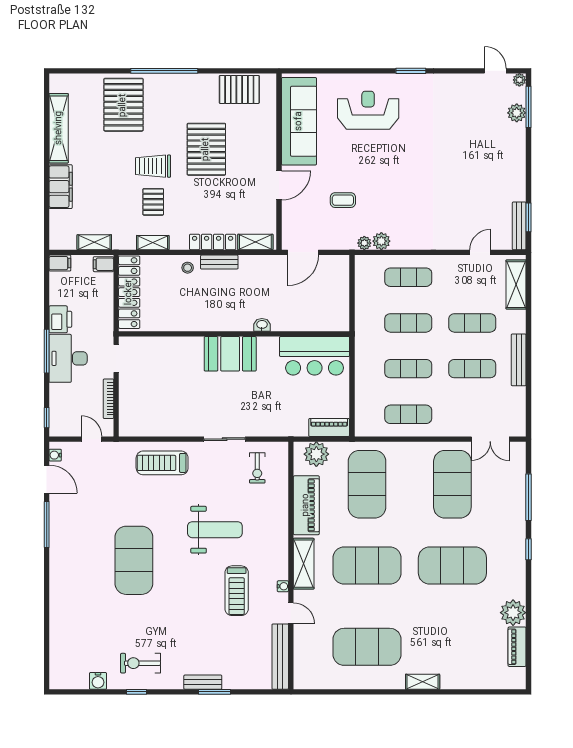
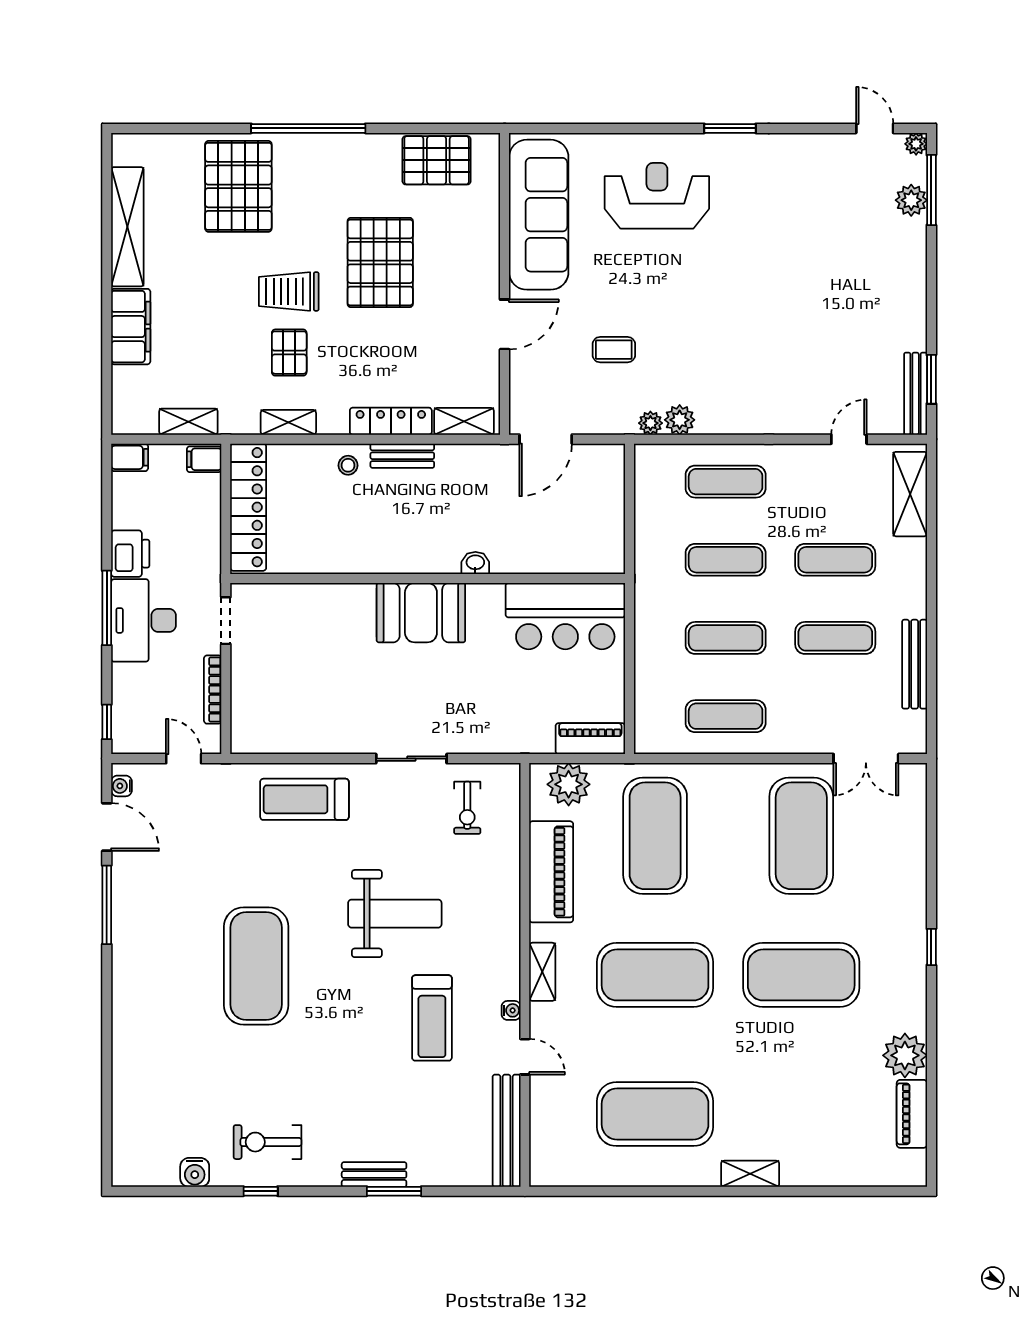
bench: (519, 360) -> (915, 664), moved
window: (528, 497) -> (931, 858), removed
shelving: (304, 564) -> (542, 972), width x0.67, depth x0.75

